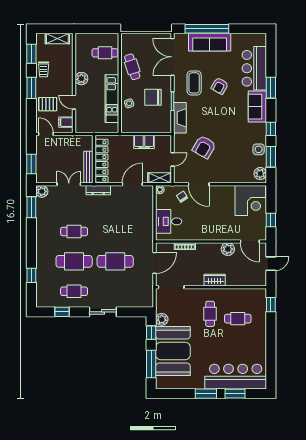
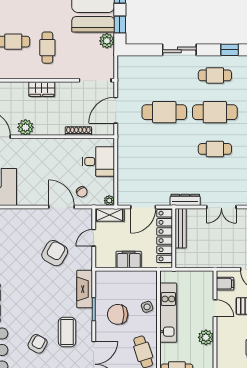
armchair: (220, 86) -> (38, 344), moved
chair: (153, 97) -> (118, 314), turned 180
wall: (94, 159) -> (174, 238), moved
locker: (101, 161) -> (165, 236), moved
bench: (88, 167) -> (181, 228), moved

